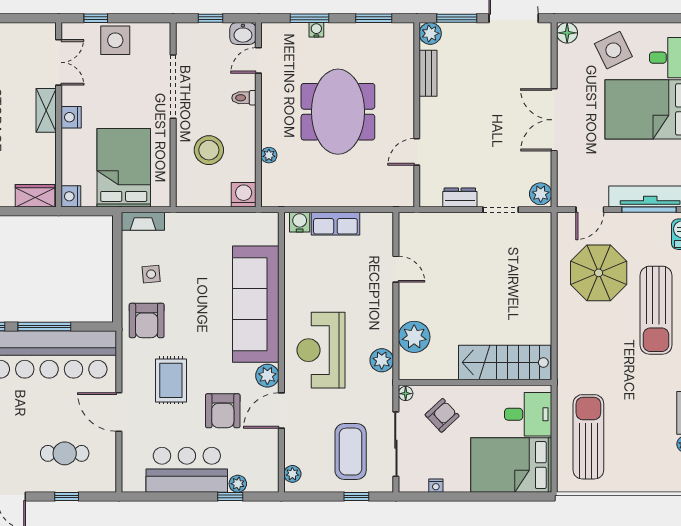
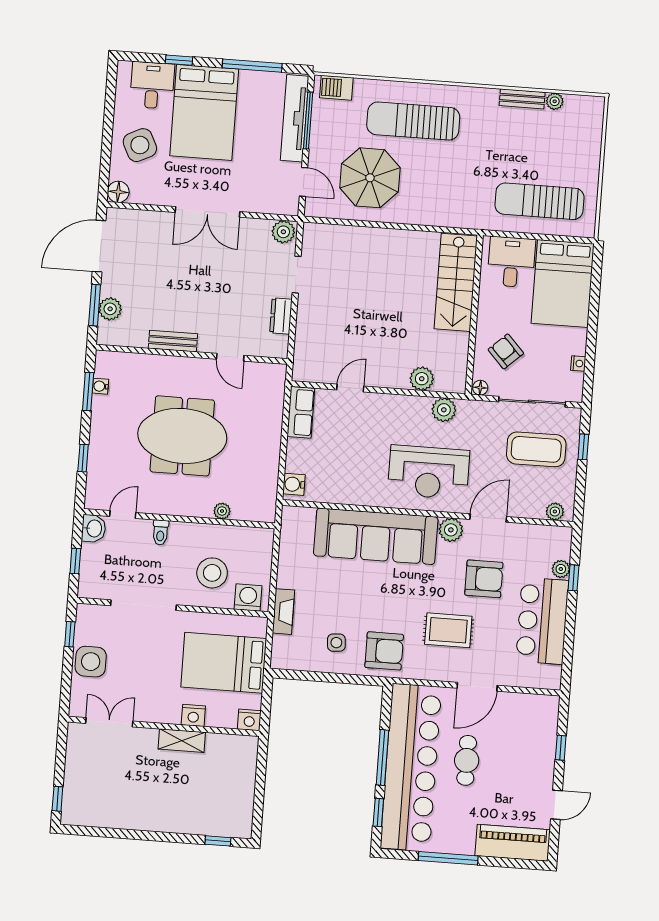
window: (96, 18) -> (70, 634), moved
window: (310, 18) -> (83, 458), width x0.67
water cooler: (316, 30) -> (100, 386), moved
plant: (430, 33) -> (110, 309), moved
door: (258, 60) -> (123, 514), swing flipped
bench: (428, 73) -> (173, 341), moved
shelving: (46, 110) -> (182, 741), moved
nightstand: (71, 117) -> (193, 715), moved
washing machine: (244, 195) -> (248, 598), moved, turned 90
wardrobe: (35, 196) -> (246, 757), removed
fireplace: (143, 221) -> (283, 612), moved
row of seats: (335, 224) -> (301, 412), moved
sun lounger: (656, 310) -> (413, 121), turned 180
plant: (414, 337) -> (422, 379), width x0.73, depth x0.73
door: (281, 411) -> (488, 518), swing flipped
cafe table: (65, 453) -> (467, 760), moved

